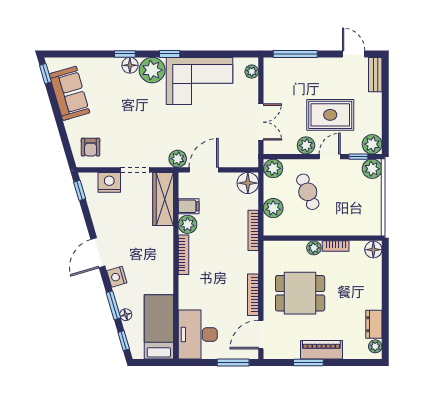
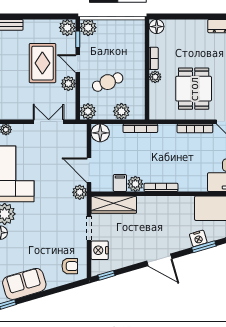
nightstand: (117, 277) -> (198, 238), moved
floor lamp: (126, 315) -> (212, 236), removed

